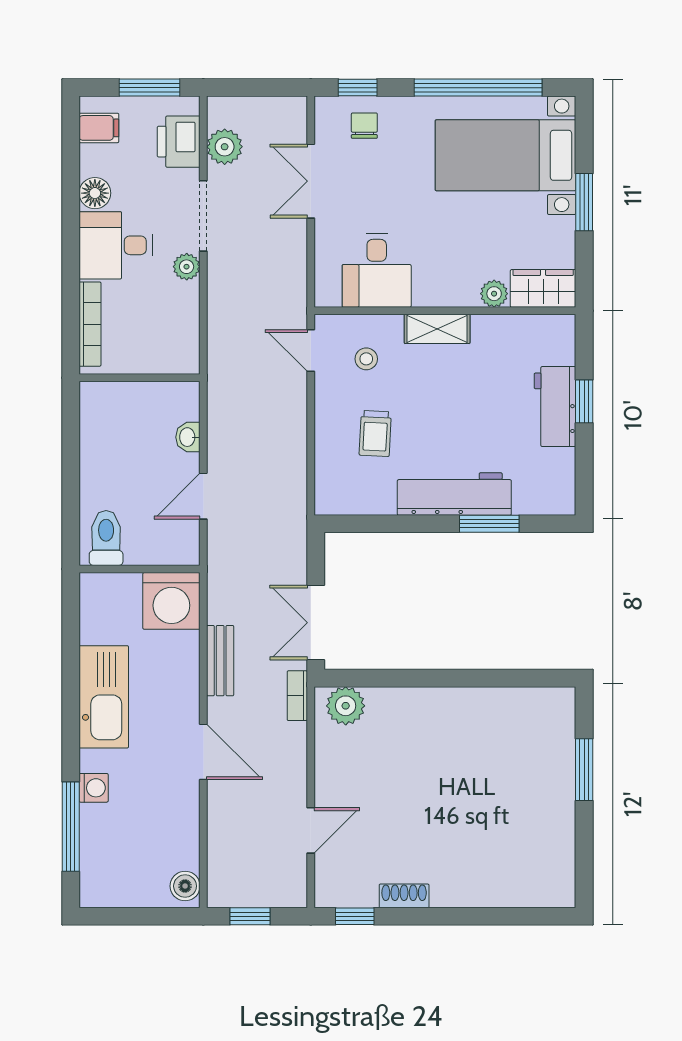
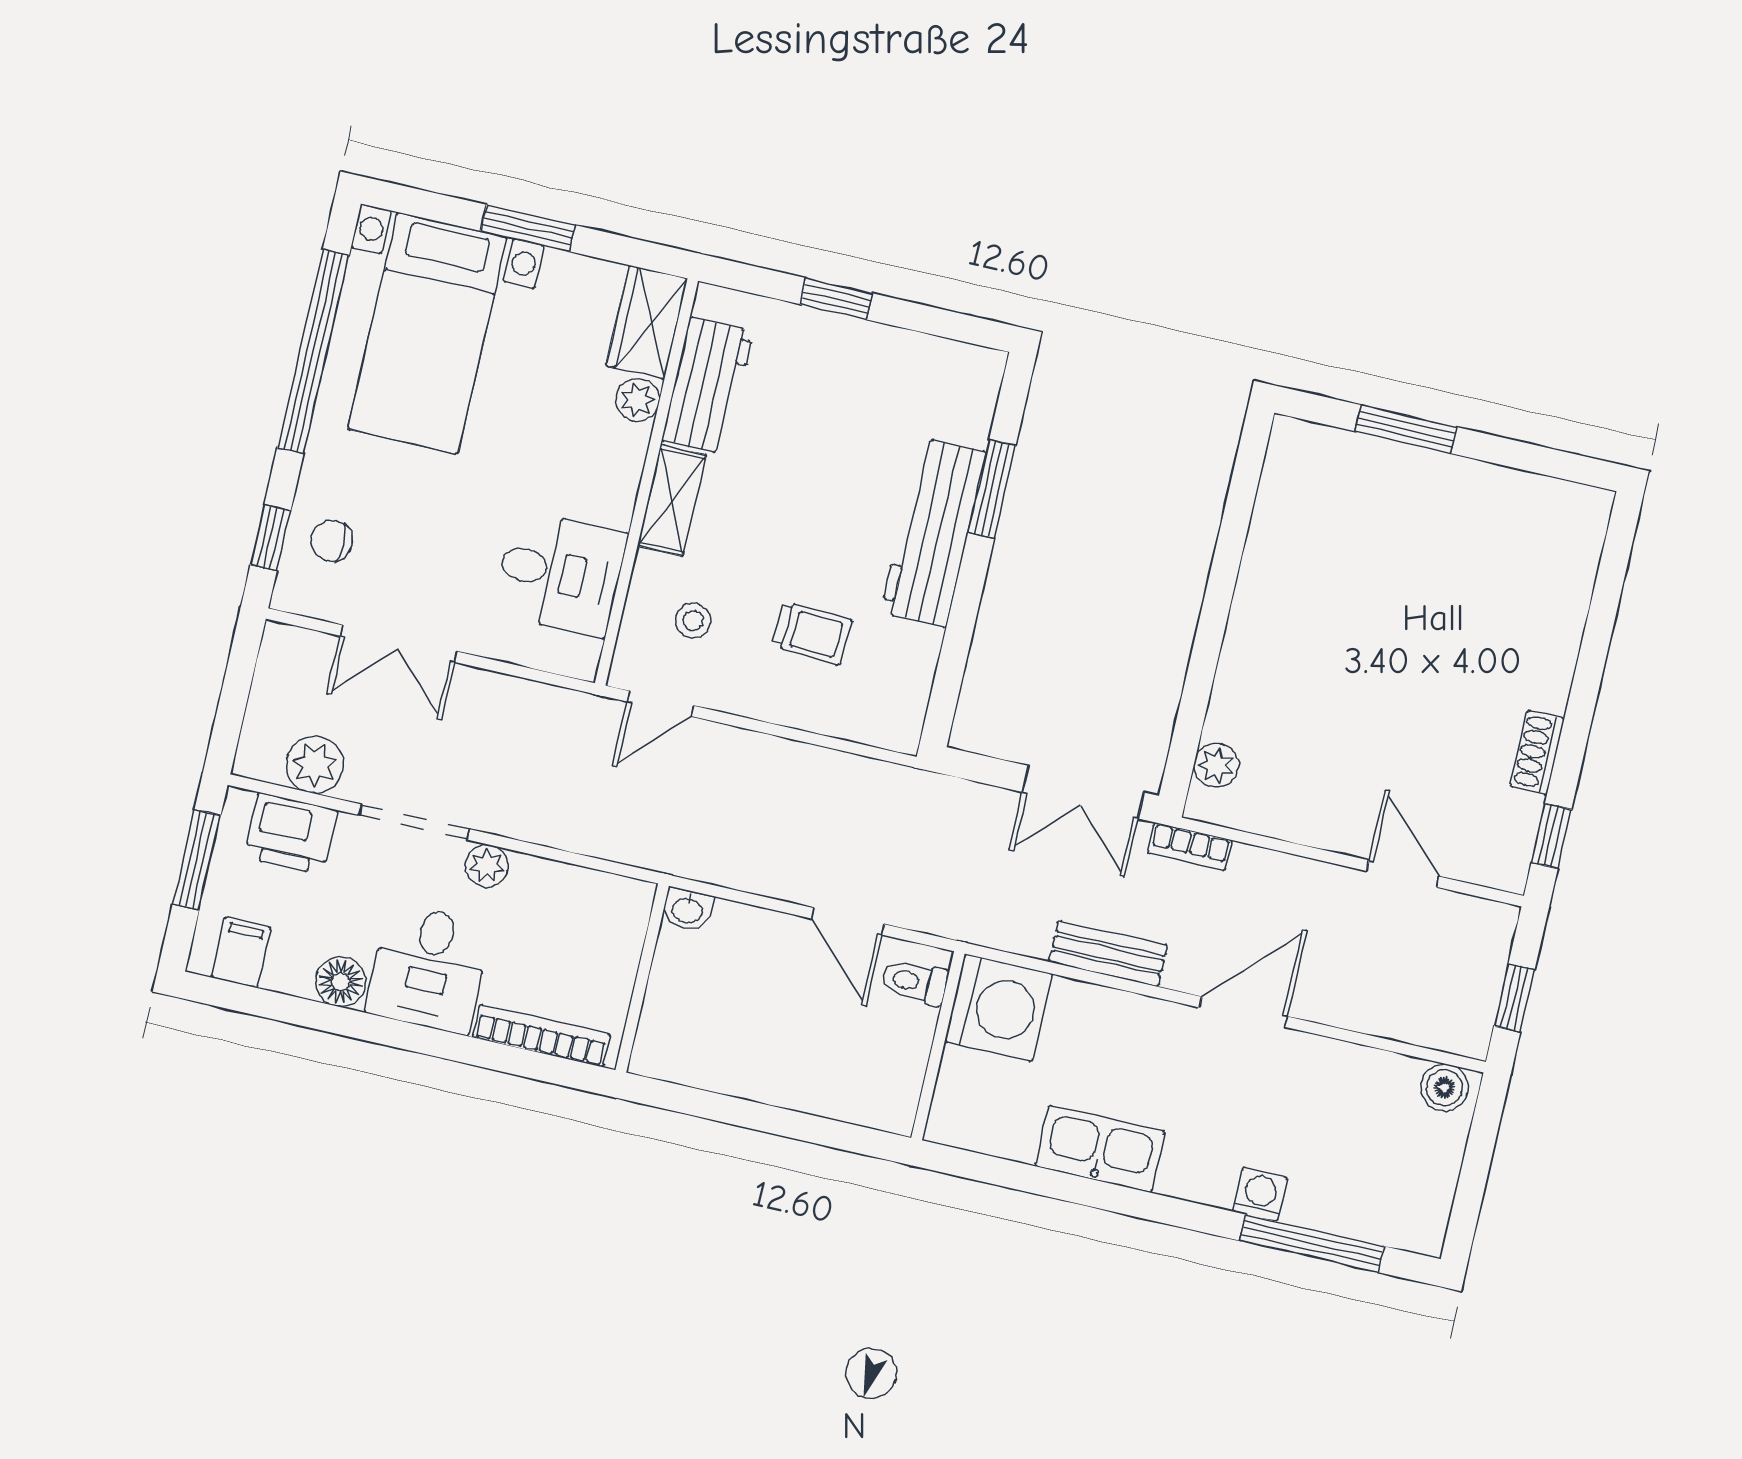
workbench: (555, 407) -> (708, 386), moved, turned -90
washbasin: (188, 437) -> (687, 910), moved
toilet: (106, 538) -> (915, 982), moved, width x0.73, depth x0.72
kitchen sink: (104, 697) -> (1100, 1149), width x0.73, depth x0.81
plant: (346, 706) -> (1216, 766), width x0.73, depth x0.73

